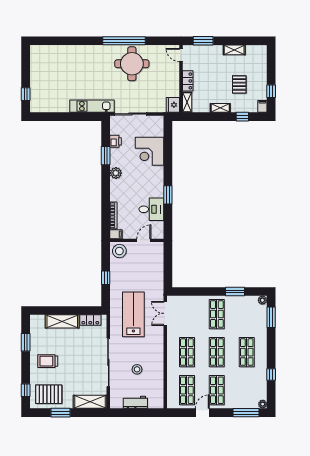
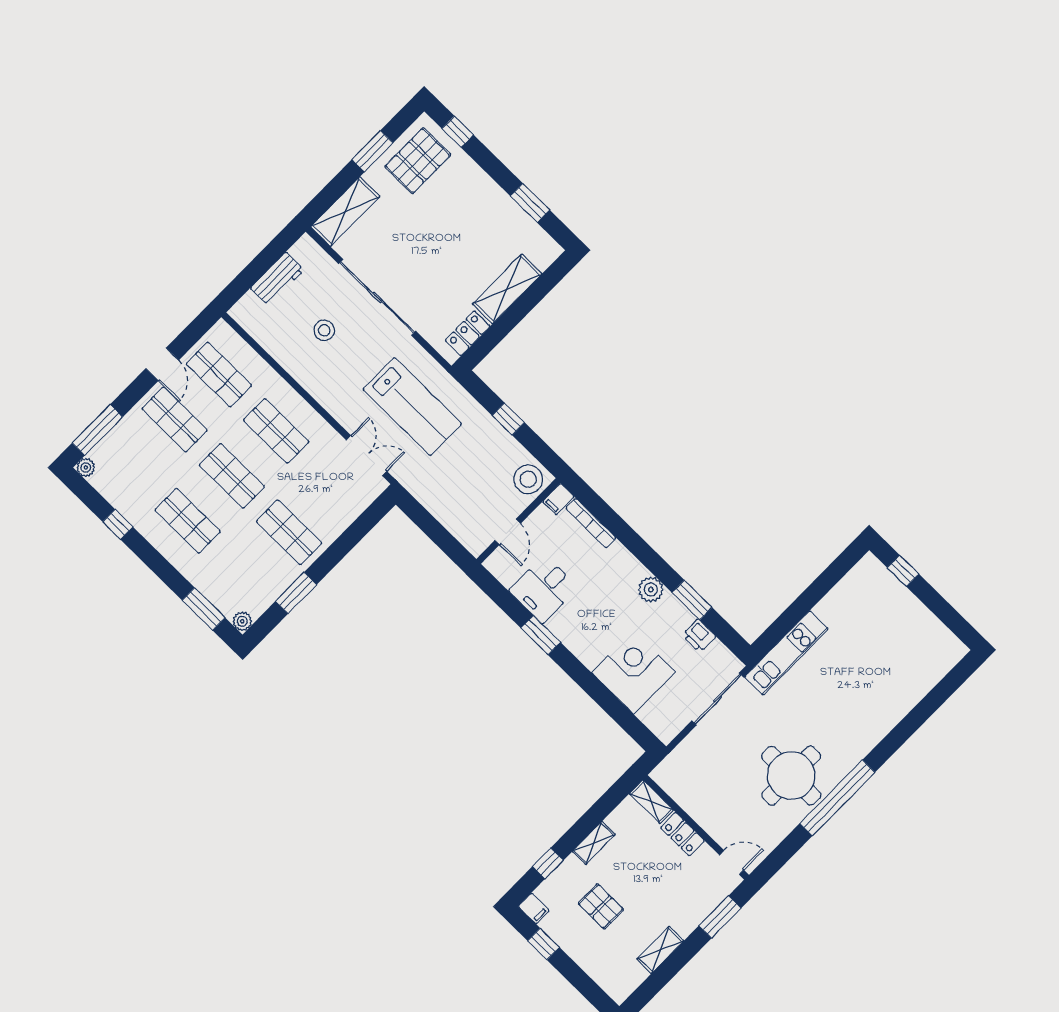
fridge: (173, 105) -> (669, 776), removed
trolley: (48, 361) -> (469, 208), removed

